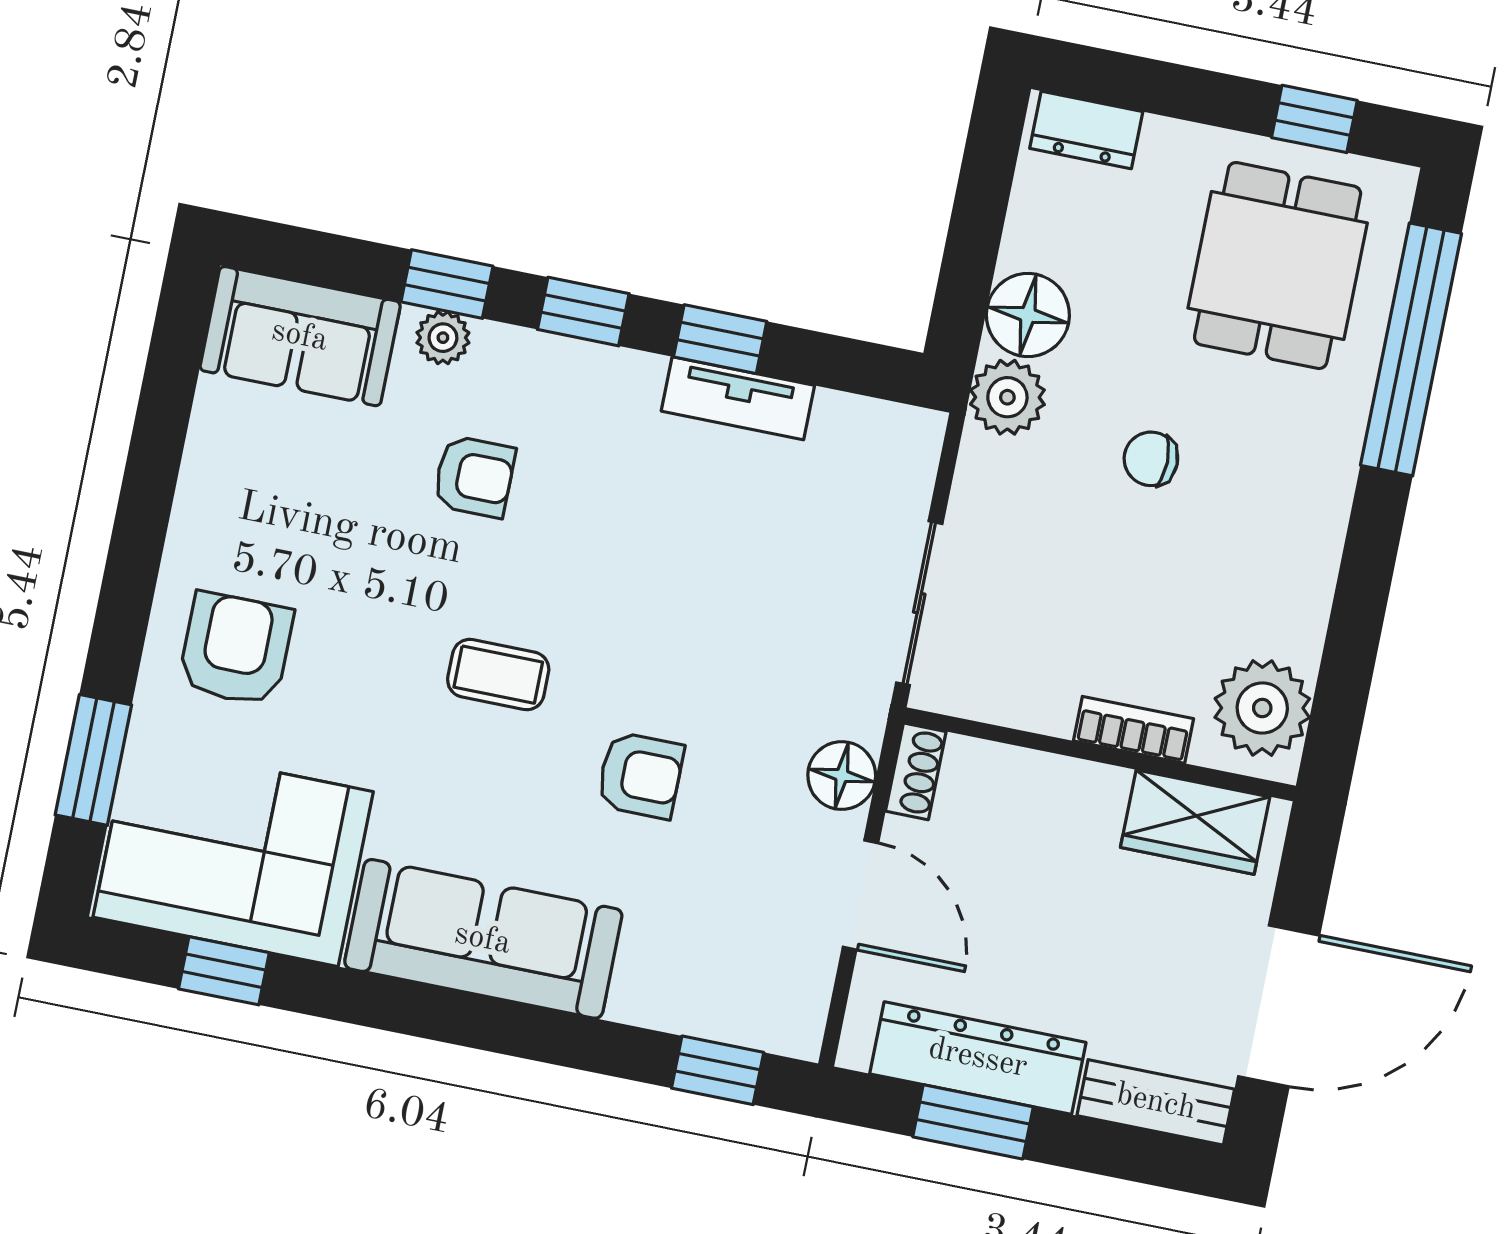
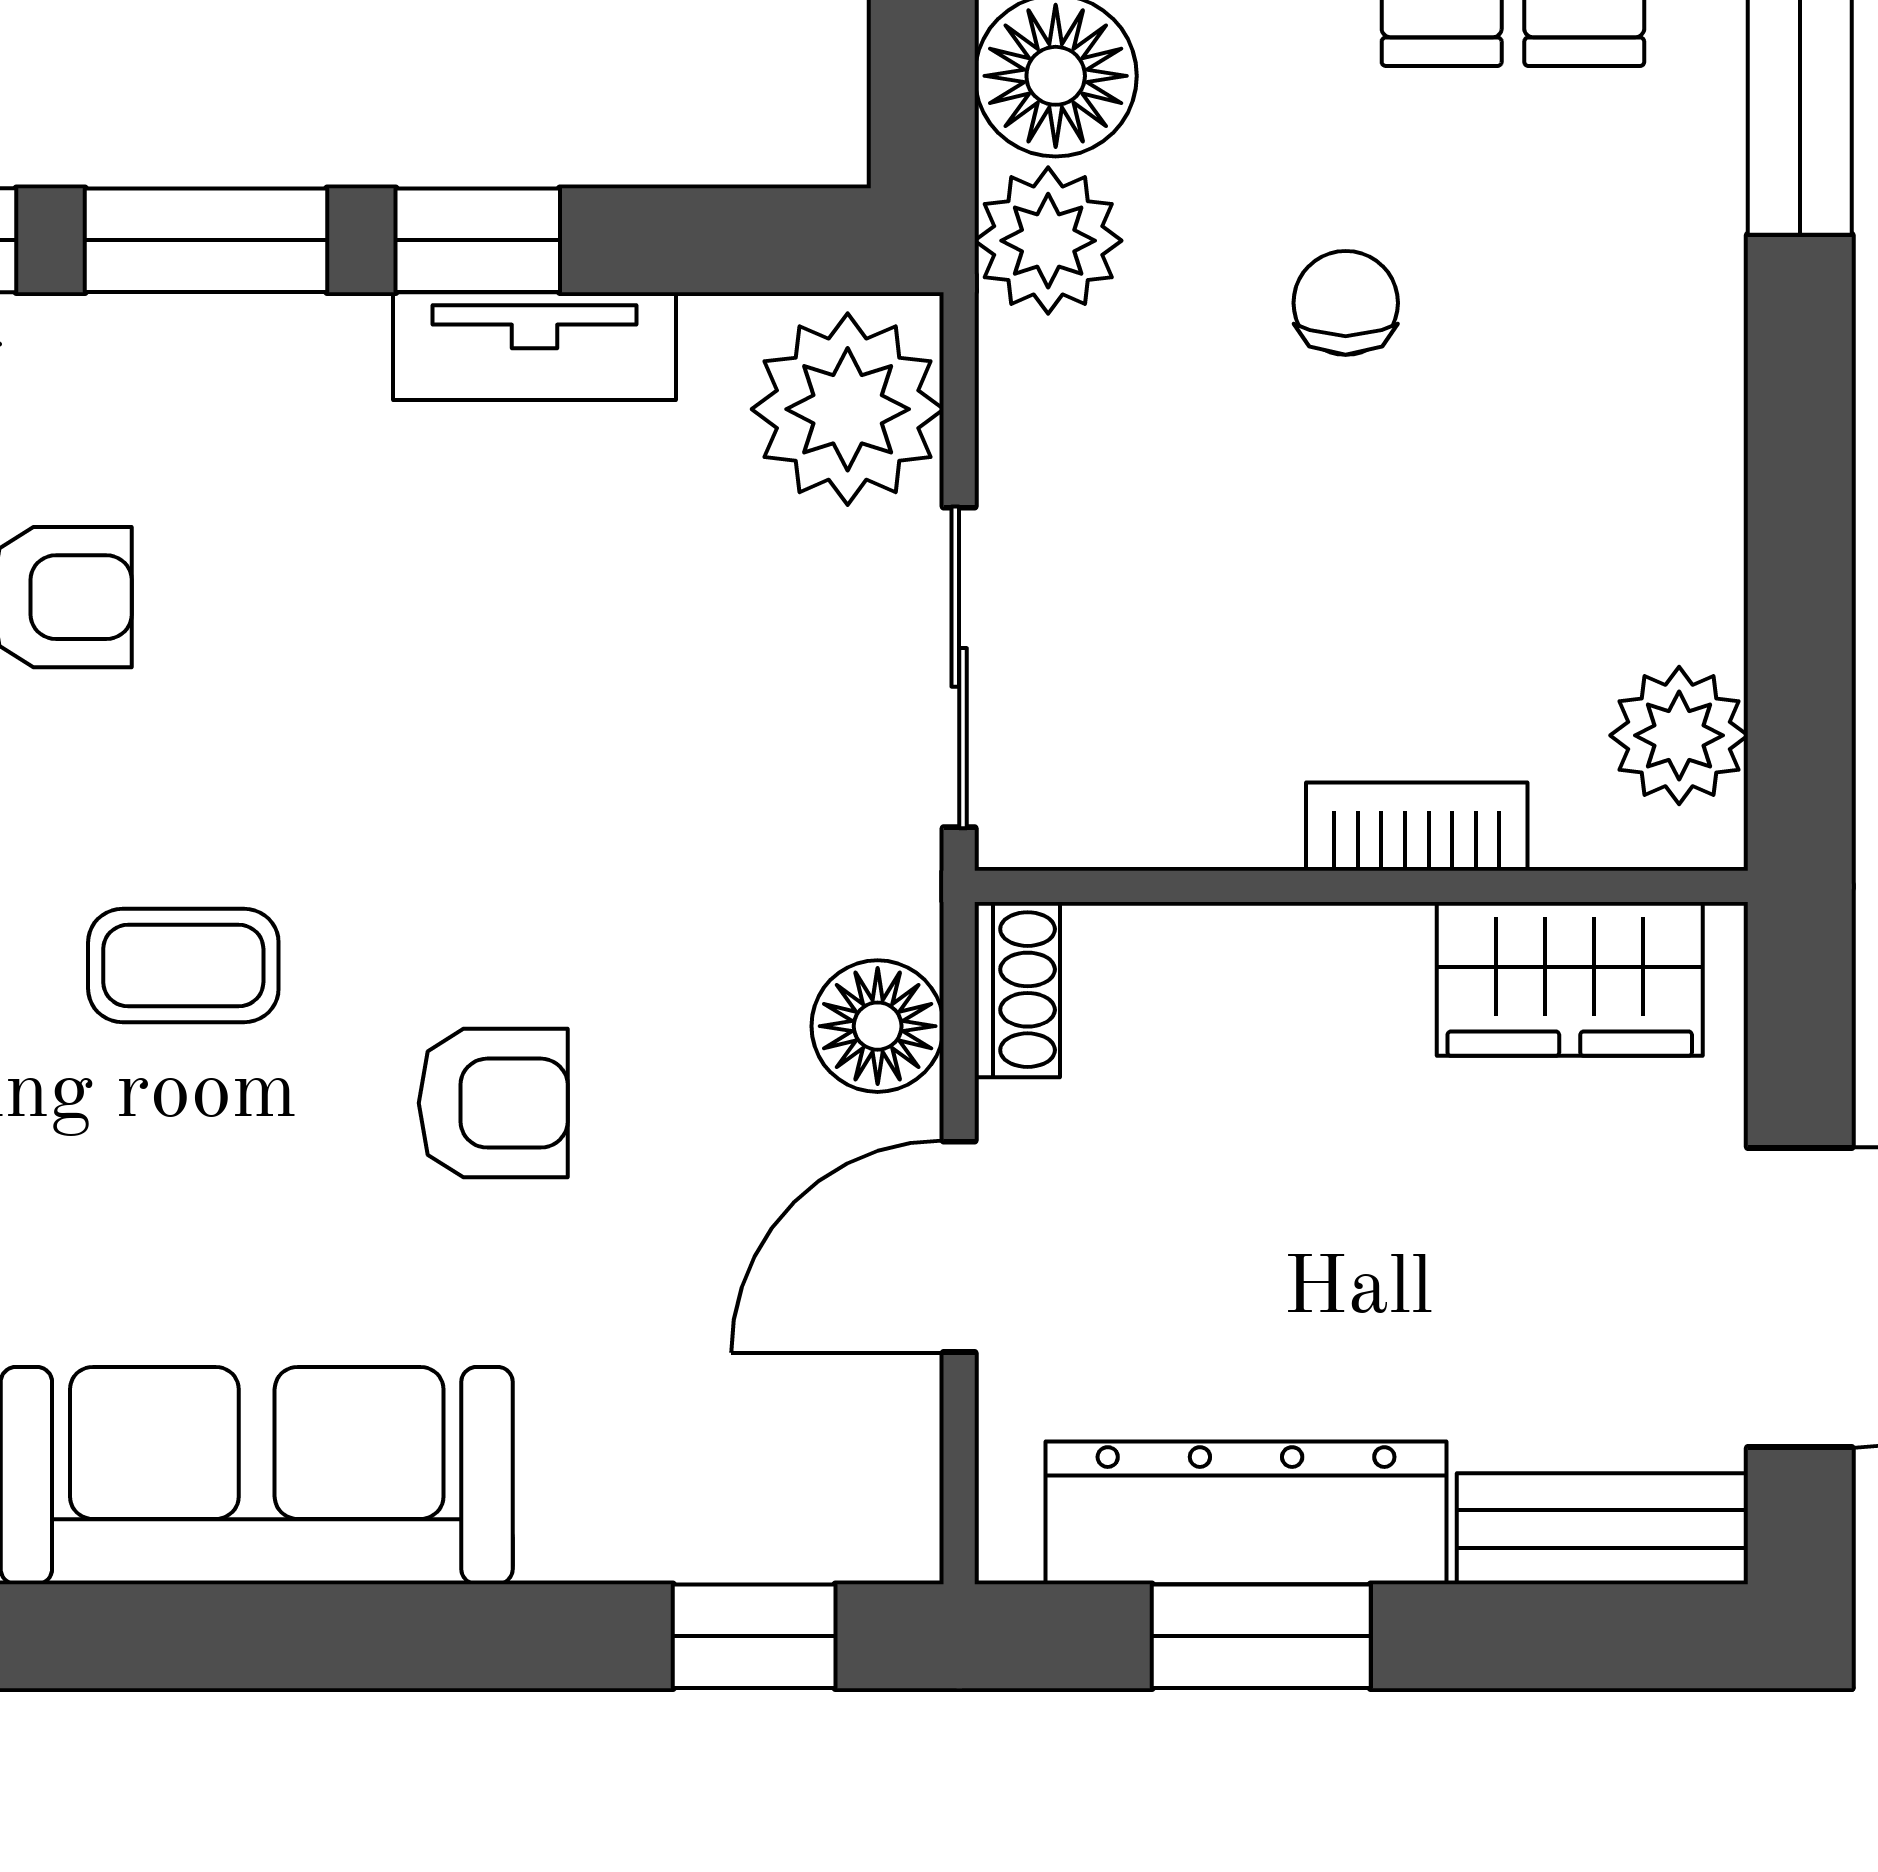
window: (583, 312) -> (206, 240), width x1.50
chair: (1151, 459) -> (1346, 303), turned 90
plant: (889, 462) -> (848, 409), added
plant: (1262, 708) -> (1679, 735), width x0.73, depth x0.73
door: (860, 895) -> (959, 1247), swing flipped

